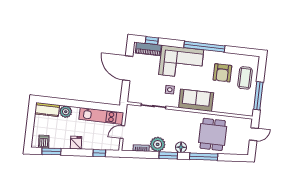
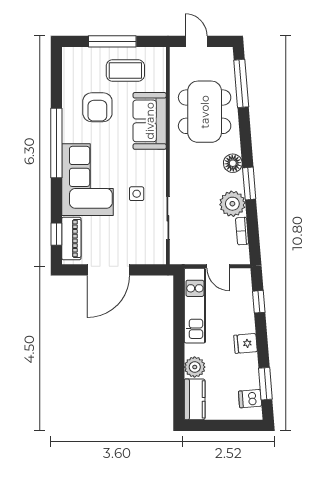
armchair: (222, 73) -> (97, 107), turned 90
coffee table: (245, 78) -> (125, 70), moved
window: (258, 96) -> (112, 41), moved
sofa: (196, 100) -> (150, 121), moved
dining table: (213, 134) -> (205, 112), width x1.38
window: (204, 157) -> (241, 83), moved

